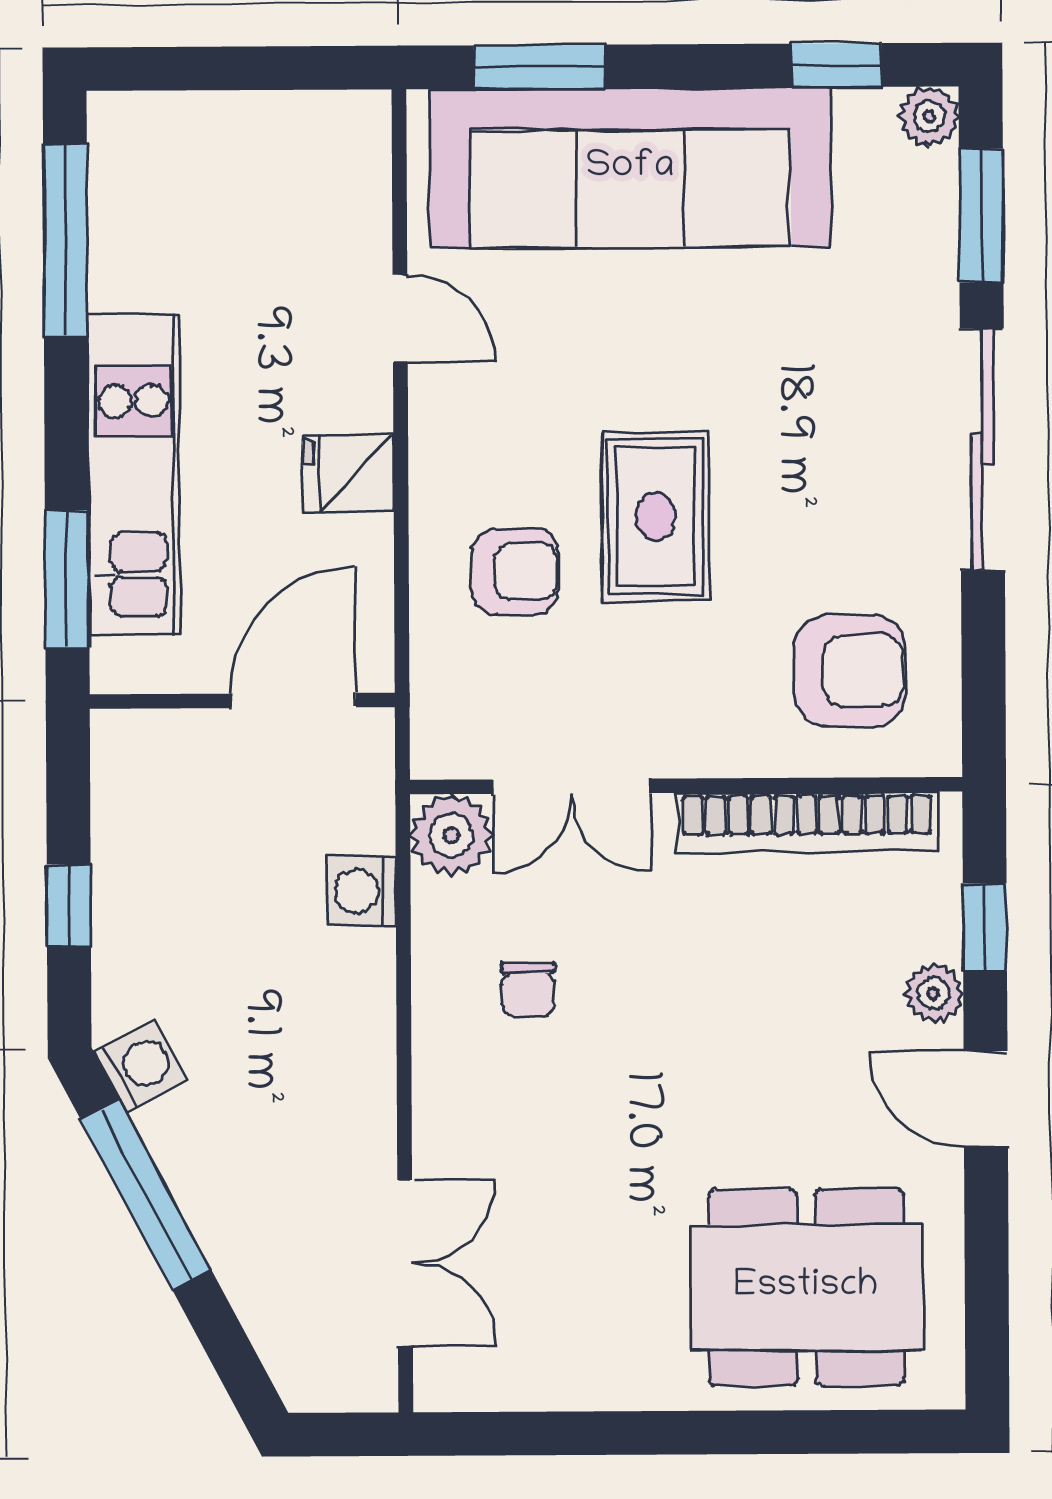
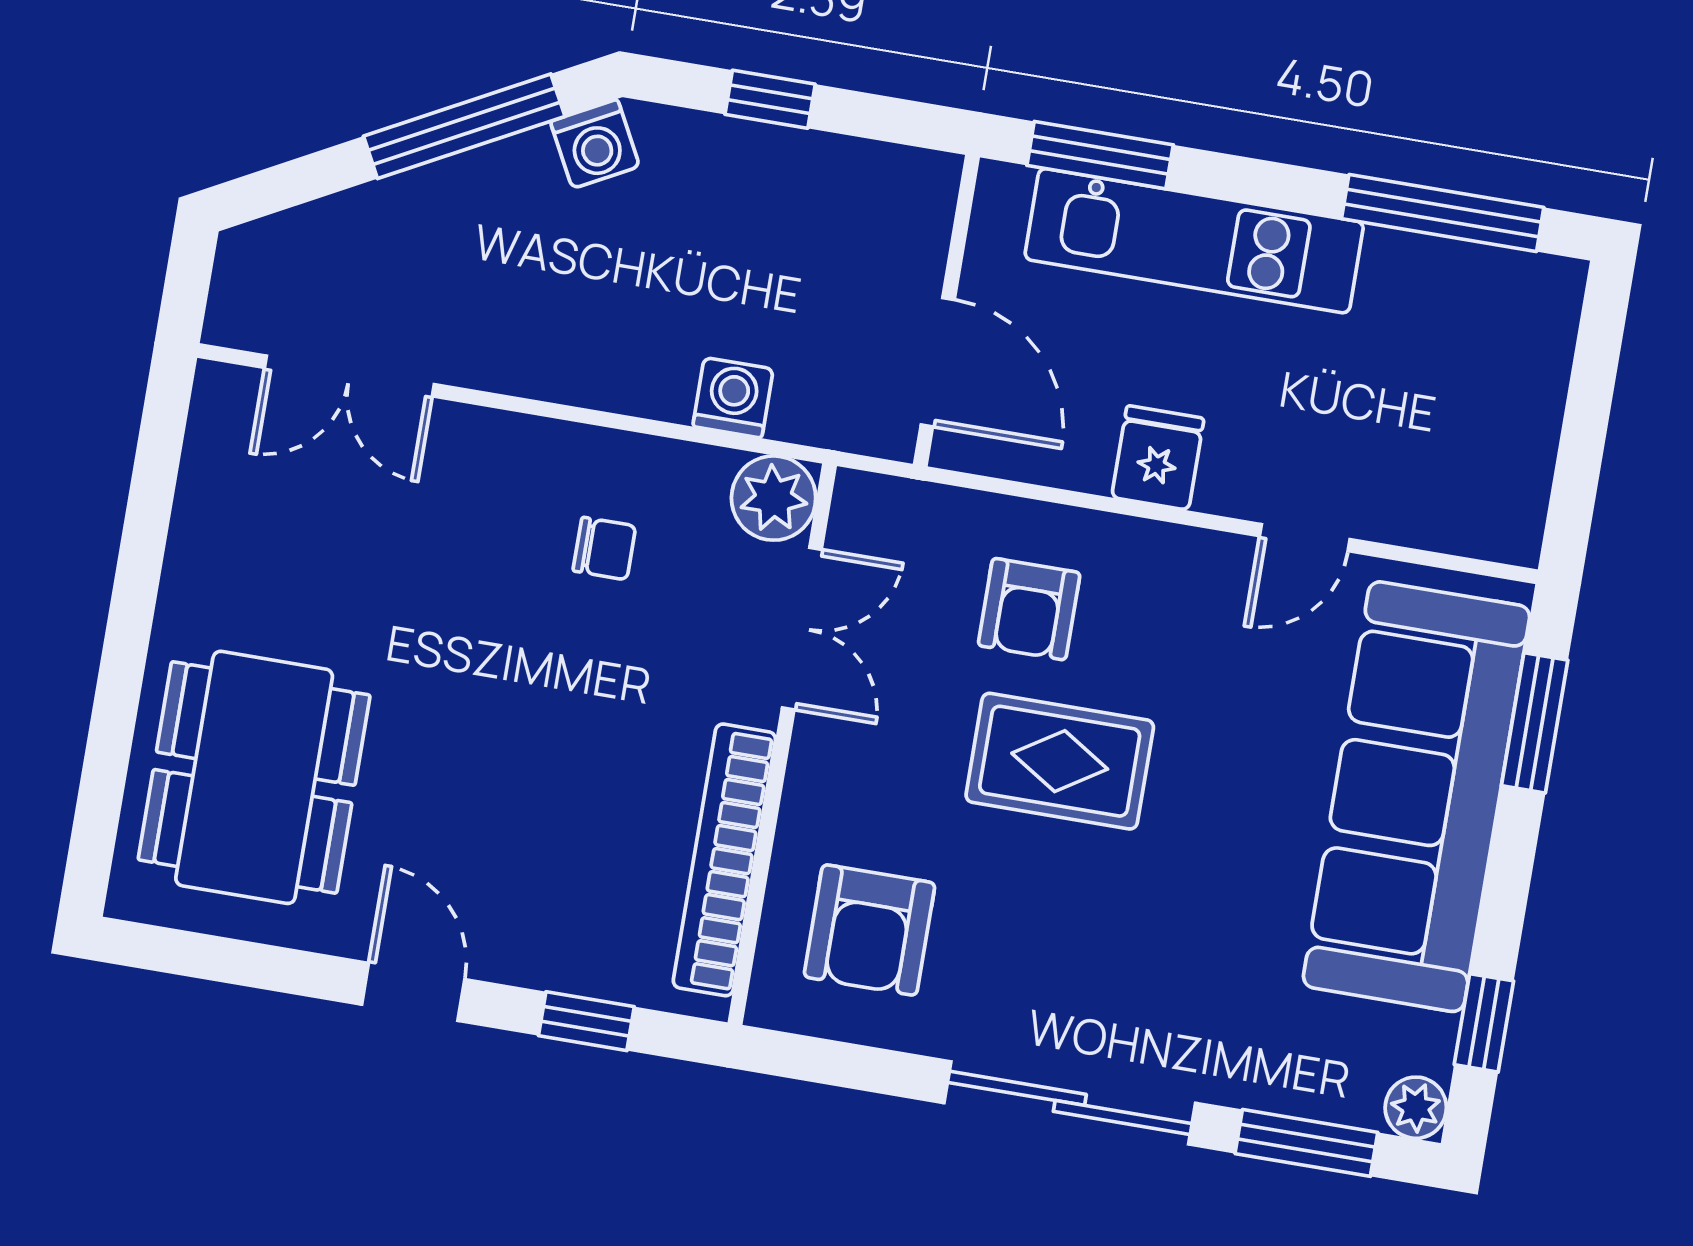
double door: (572, 786) -> (802, 629), swing flipped
chair: (528, 989) -> (604, 549), turned 180
plant: (934, 993) -> (529, 958), removed
door: (986, 1099) -> (413, 992), hinge flipped

